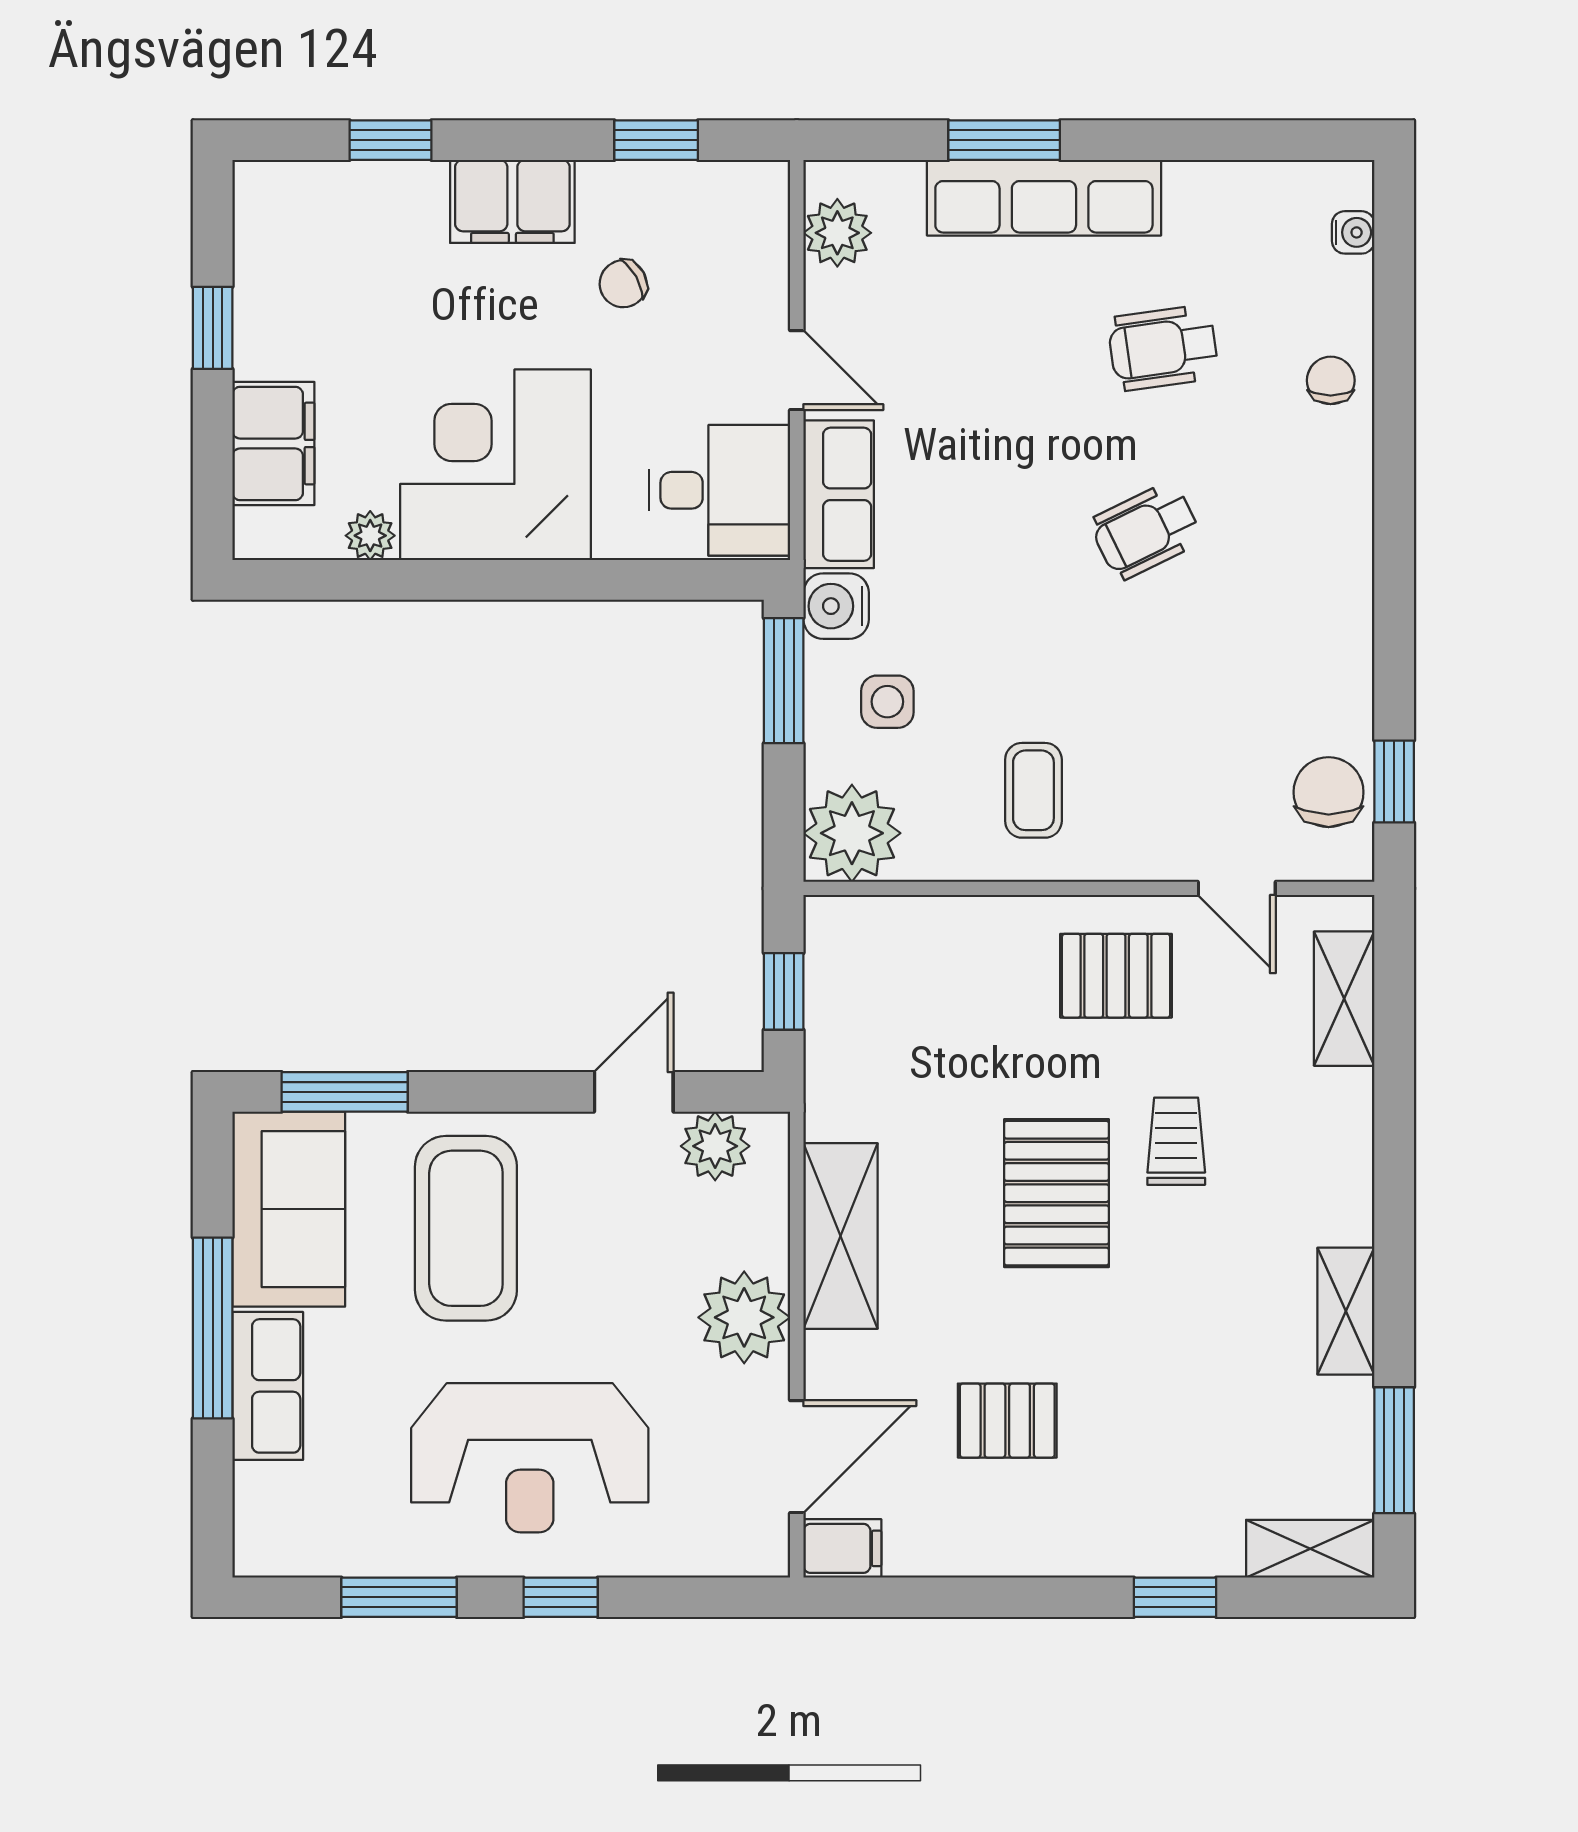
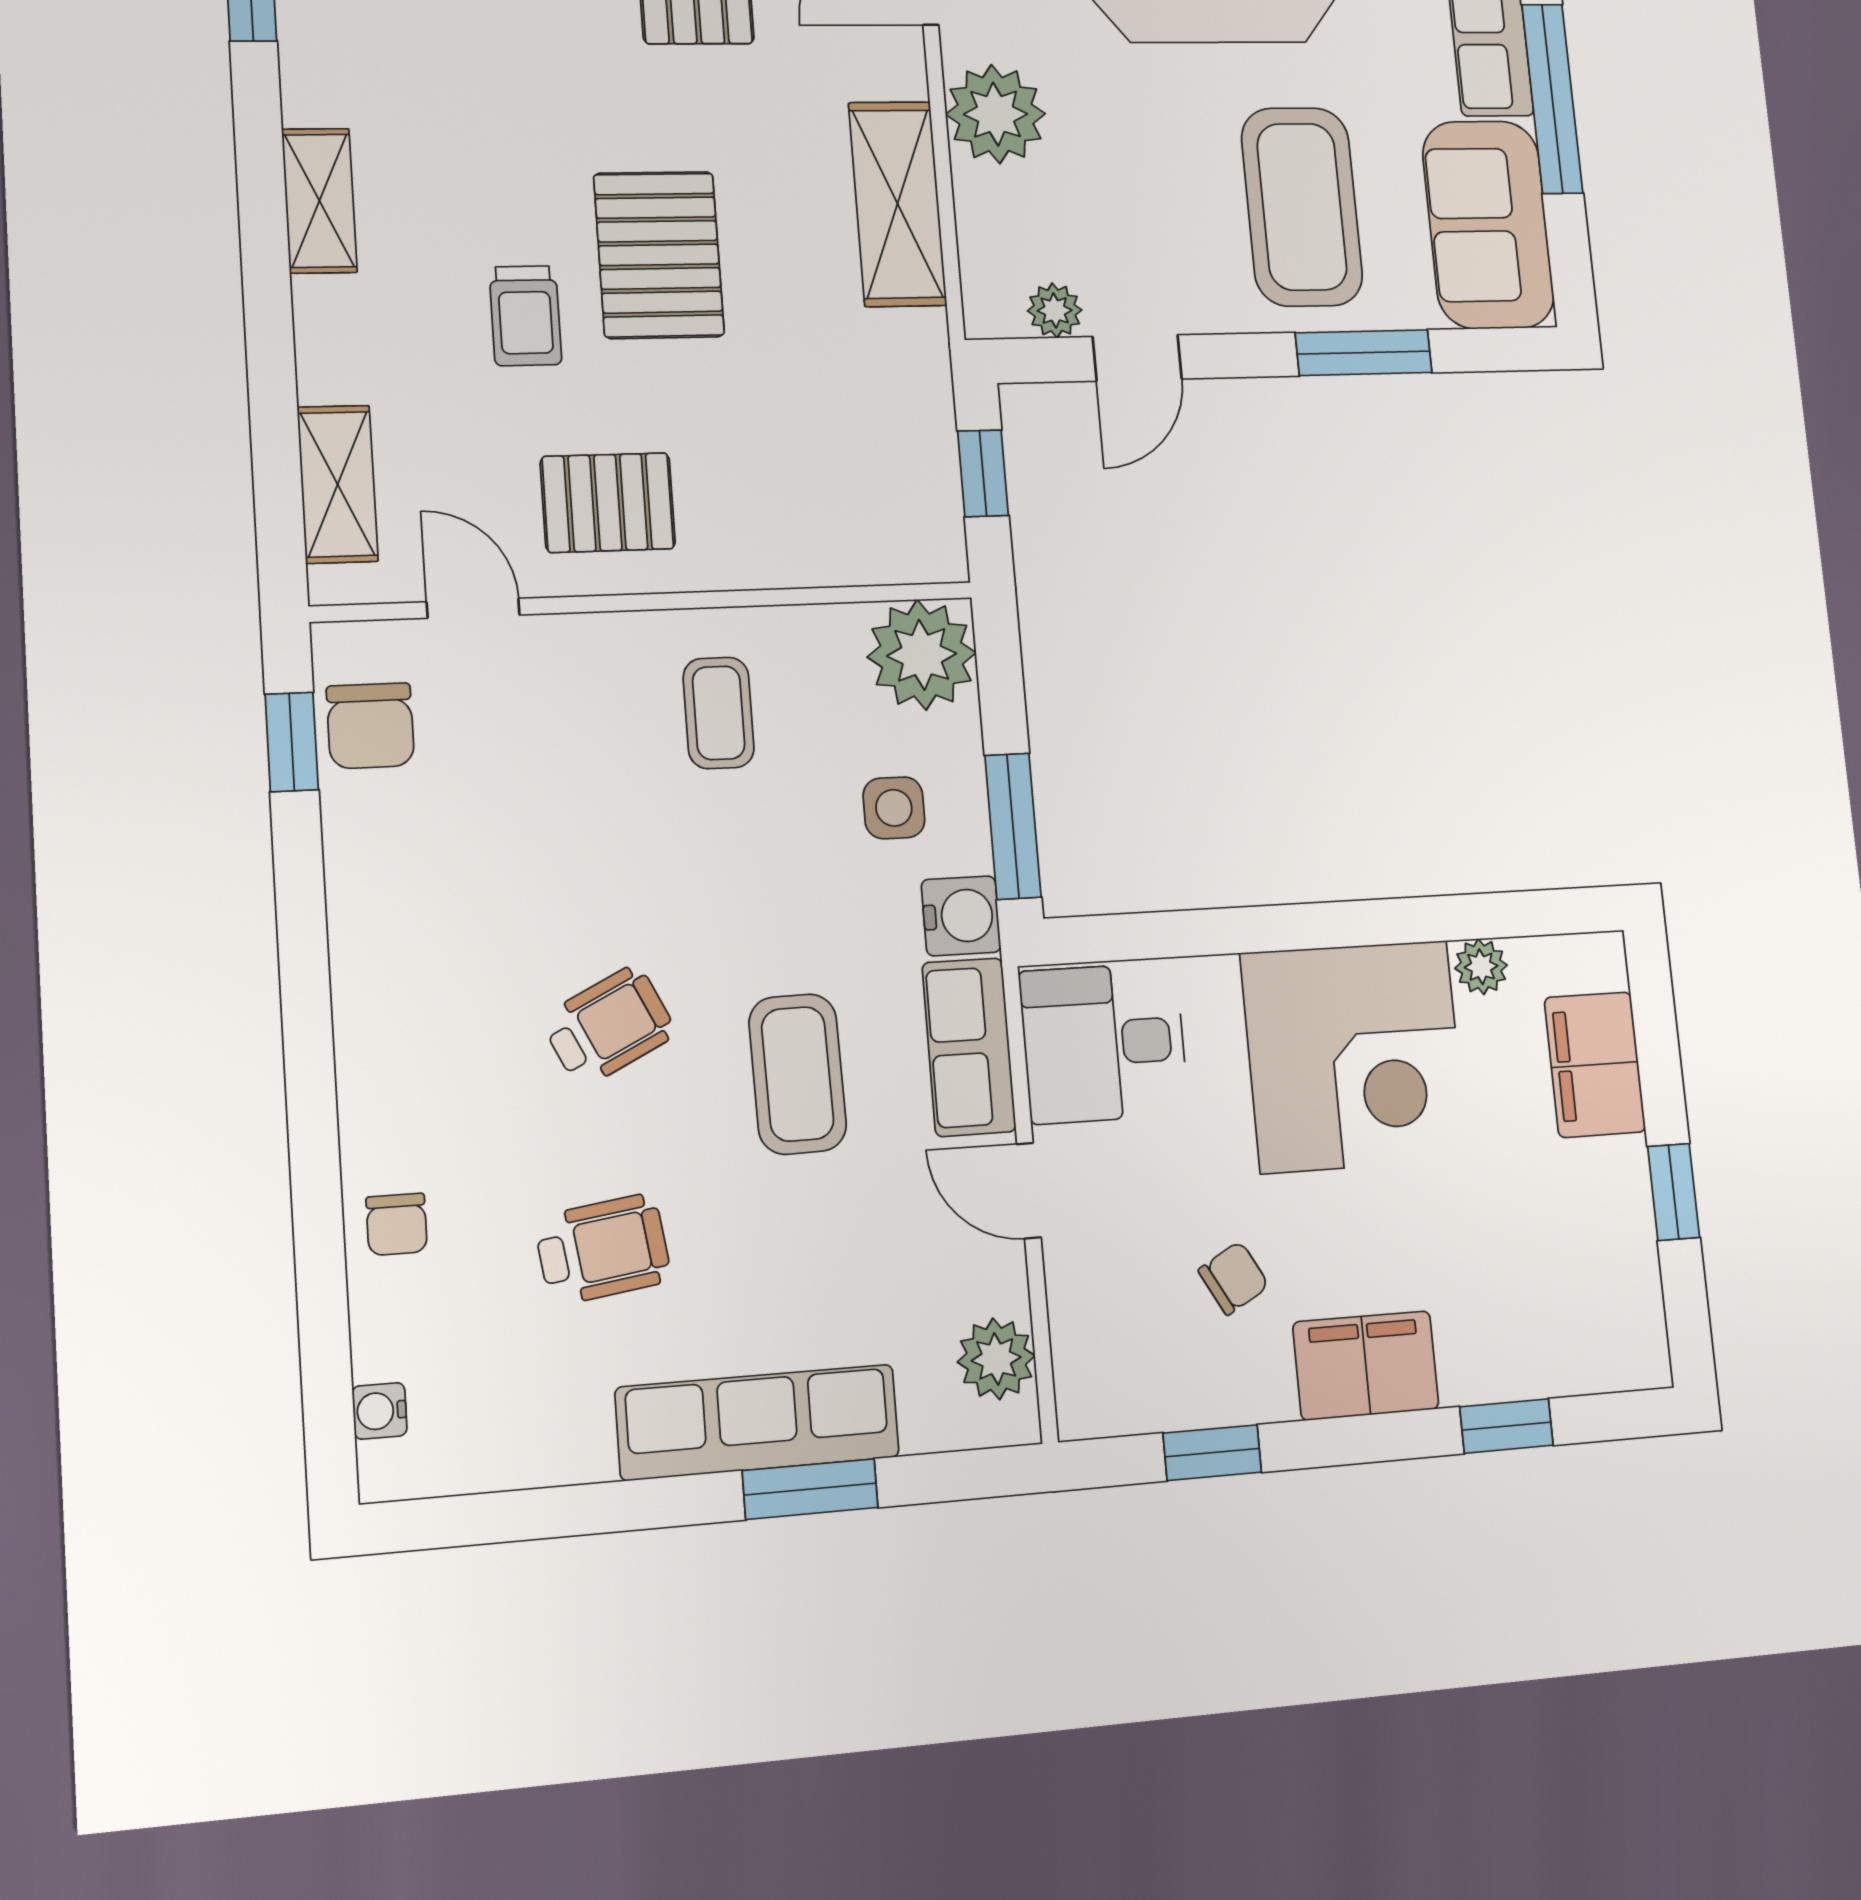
coffee table: (989, 481) -> (798, 1074), added
window: (345, 1092) -> (1364, 353), moved
plant: (715, 1146) -> (1055, 310), width x0.73, depth x0.73
shelving: (1346, 1311) -> (319, 201), moved

